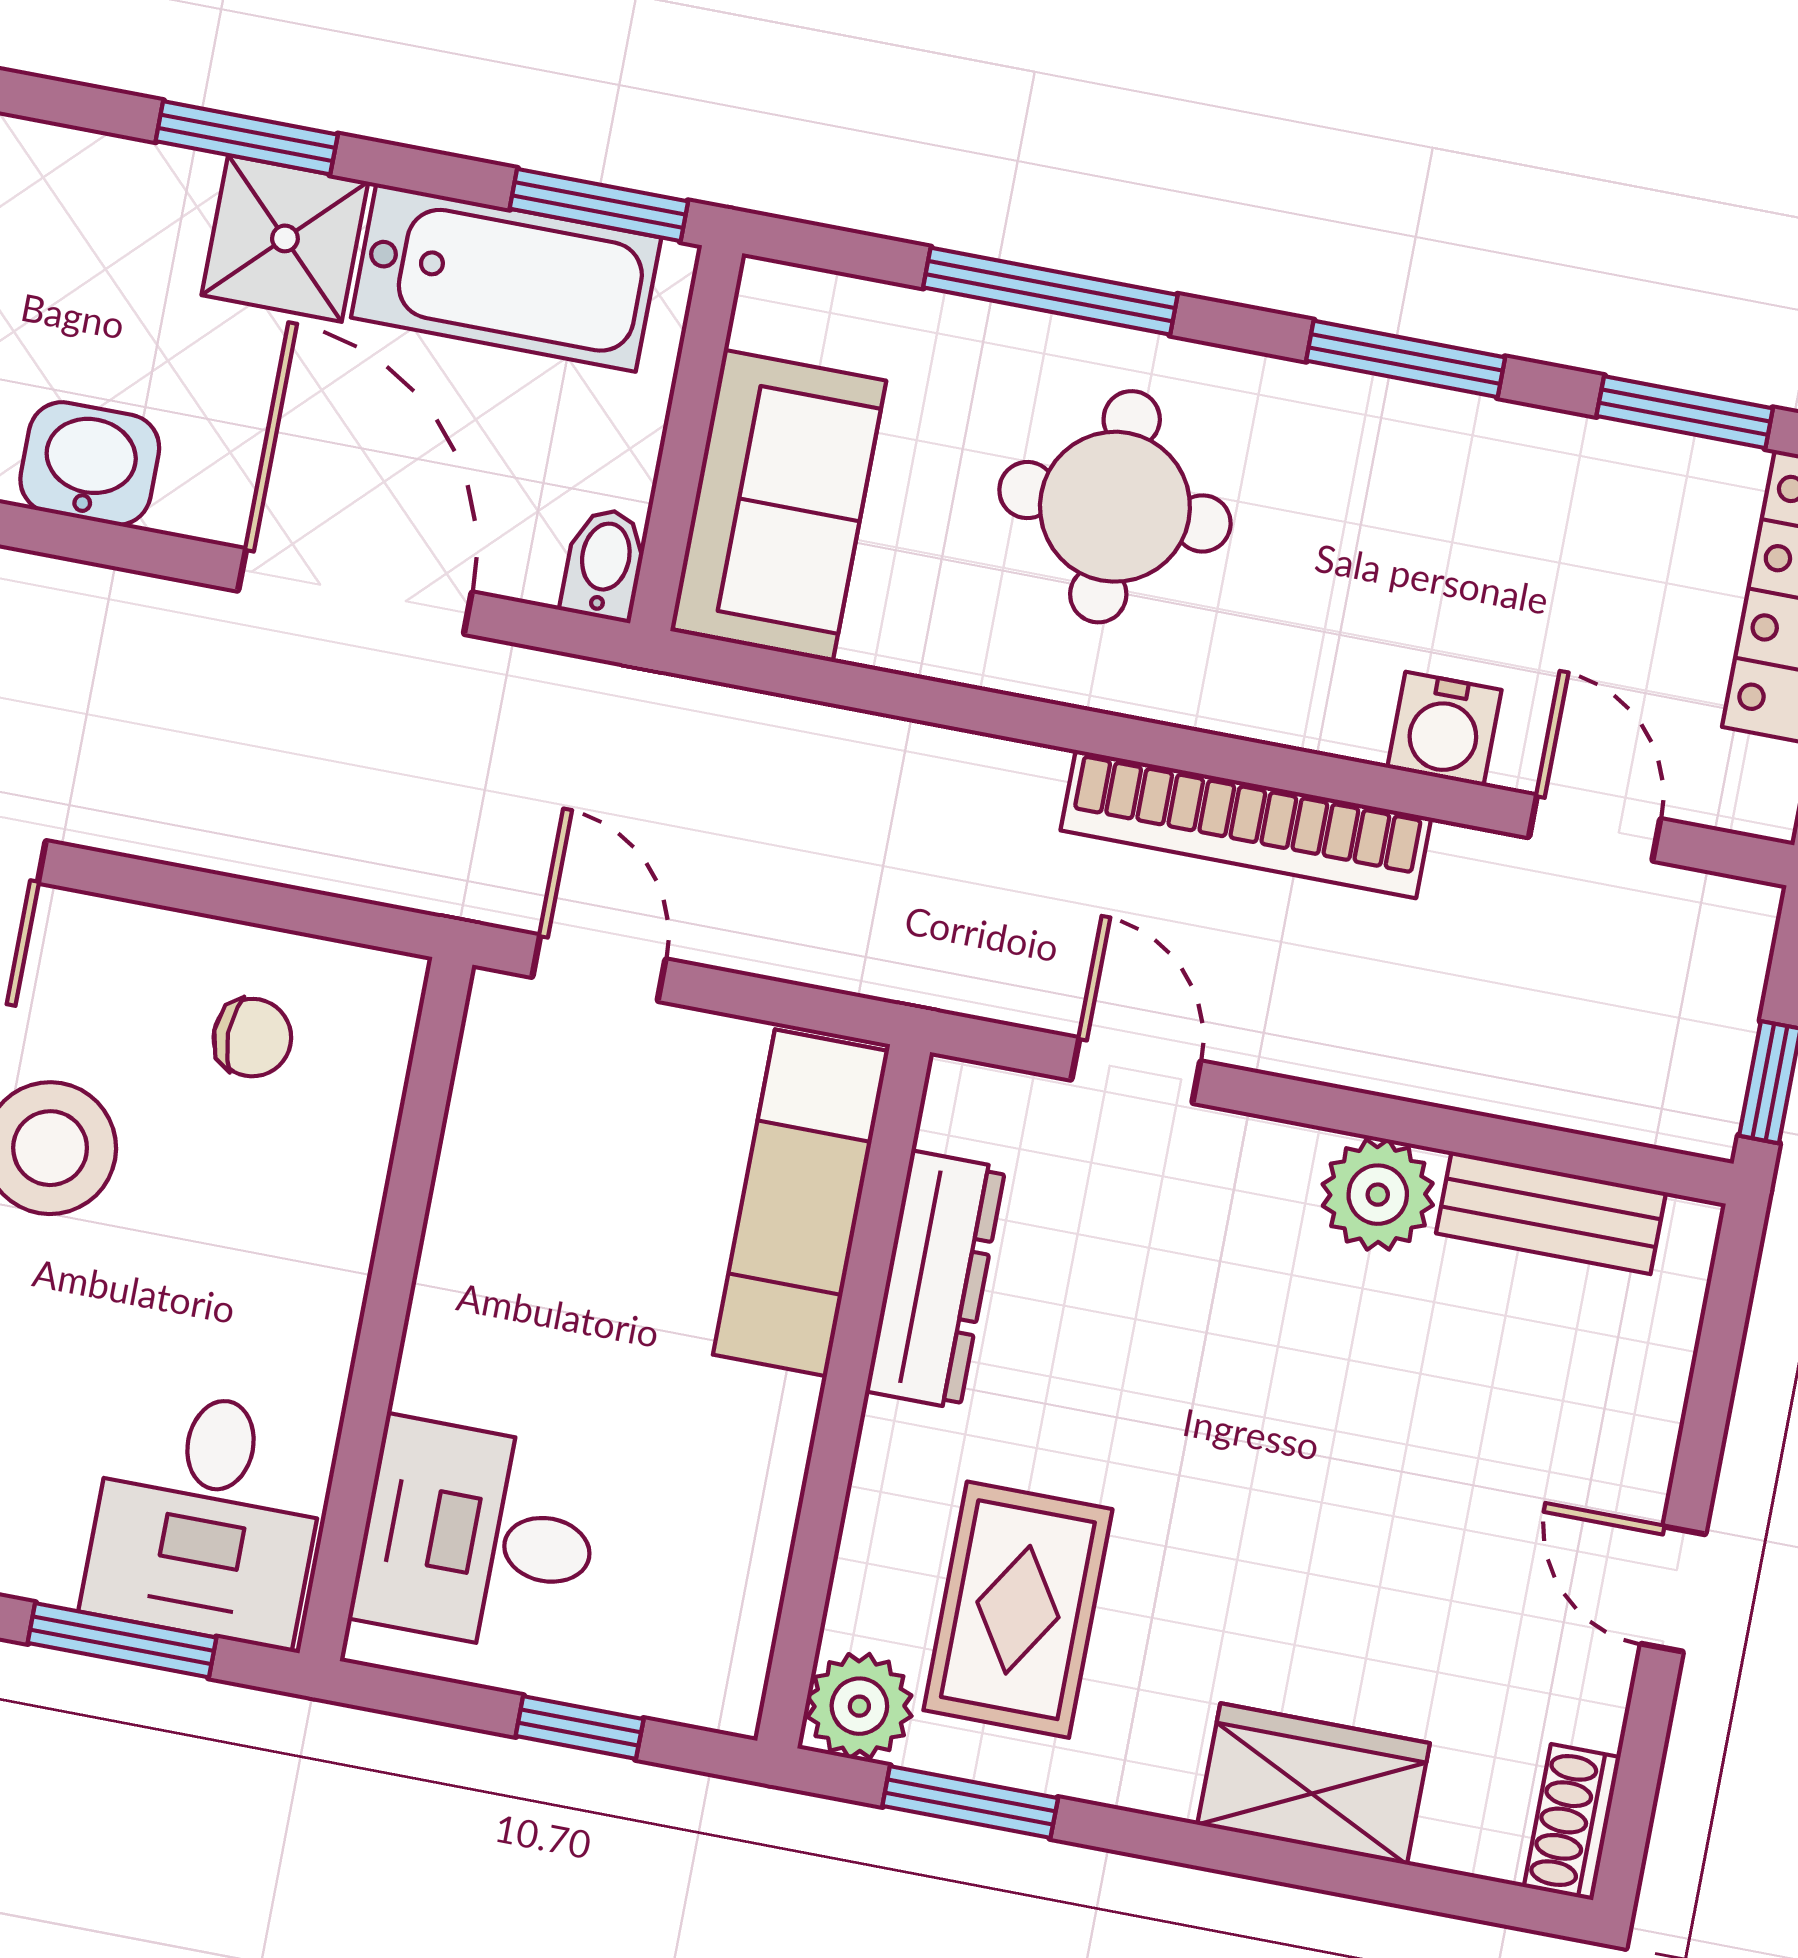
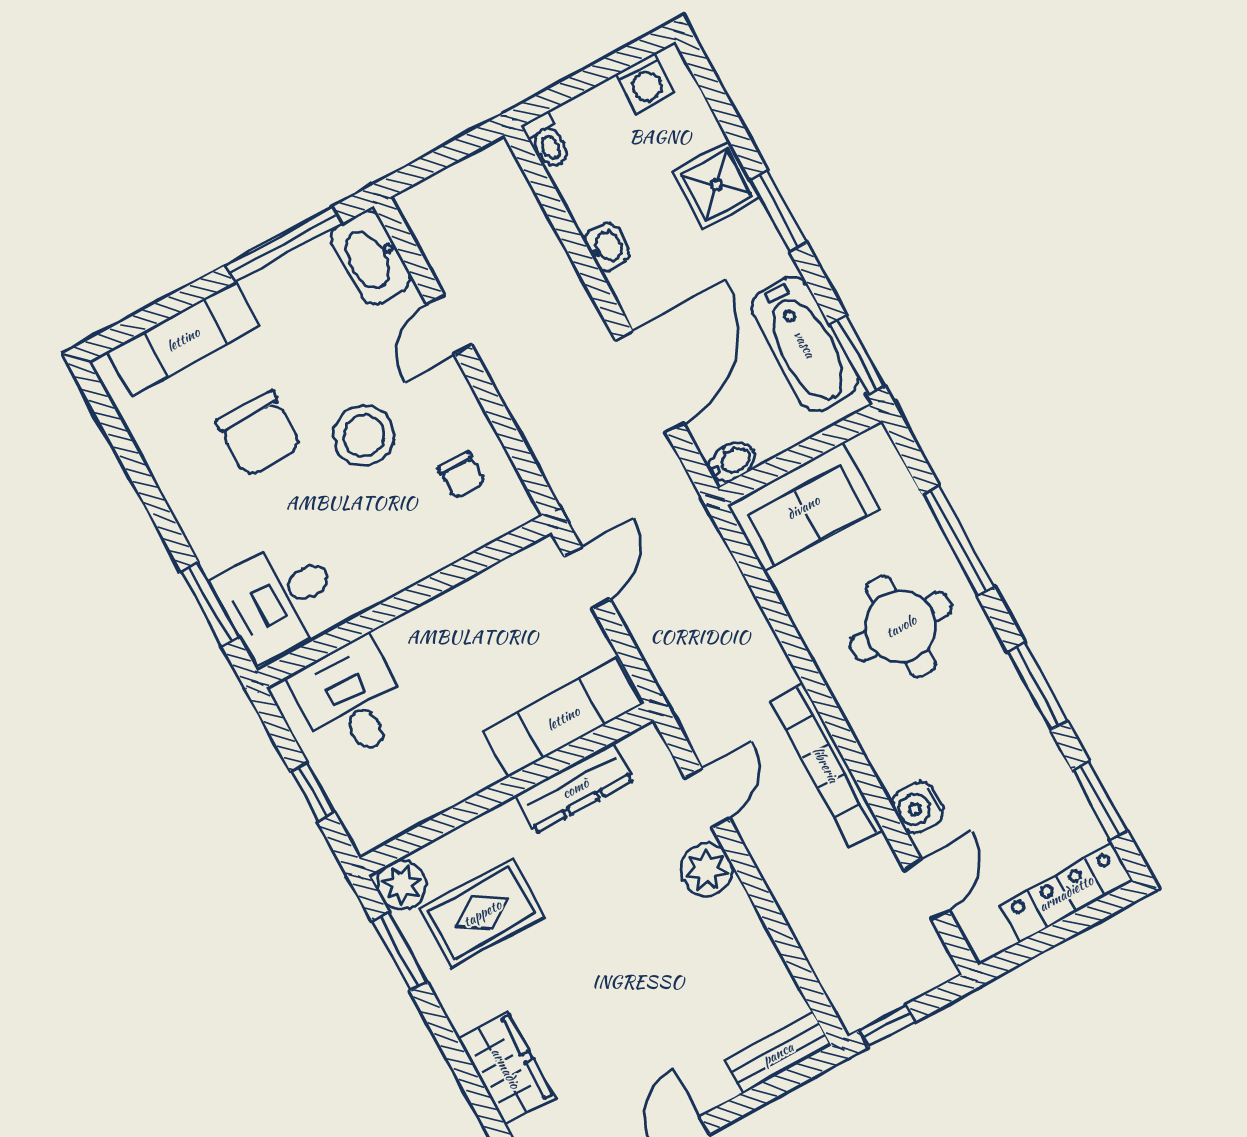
shower: (285, 238) -> (716, 185), moved
washbasin: (90, 464) -> (607, 247), width x0.72, depth x0.69
plant: (1378, 1195) -> (706, 870), moved
bench: (1551, 1213) -> (778, 1053), moved, turned 90

